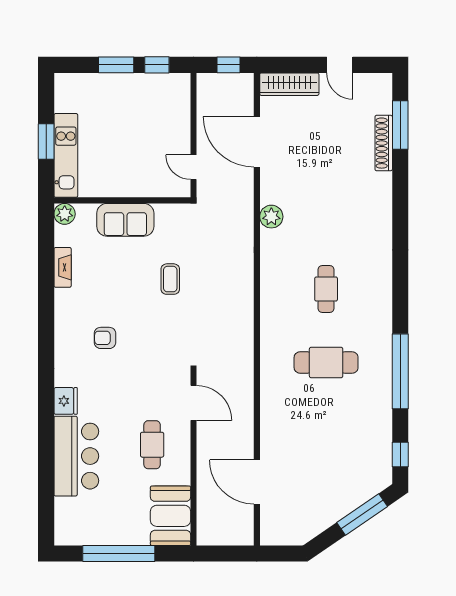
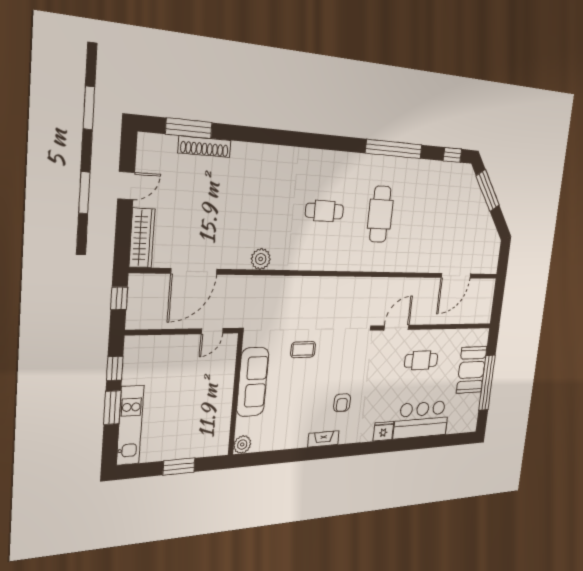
kitchen unit: (66, 155) -> (130, 425), moved, turned 90
sofa: (125, 220) -> (253, 382), width x1.36
fireplace: (63, 267) -> (323, 439), moved
booth: (171, 516) -> (472, 370), moved, turned 90

